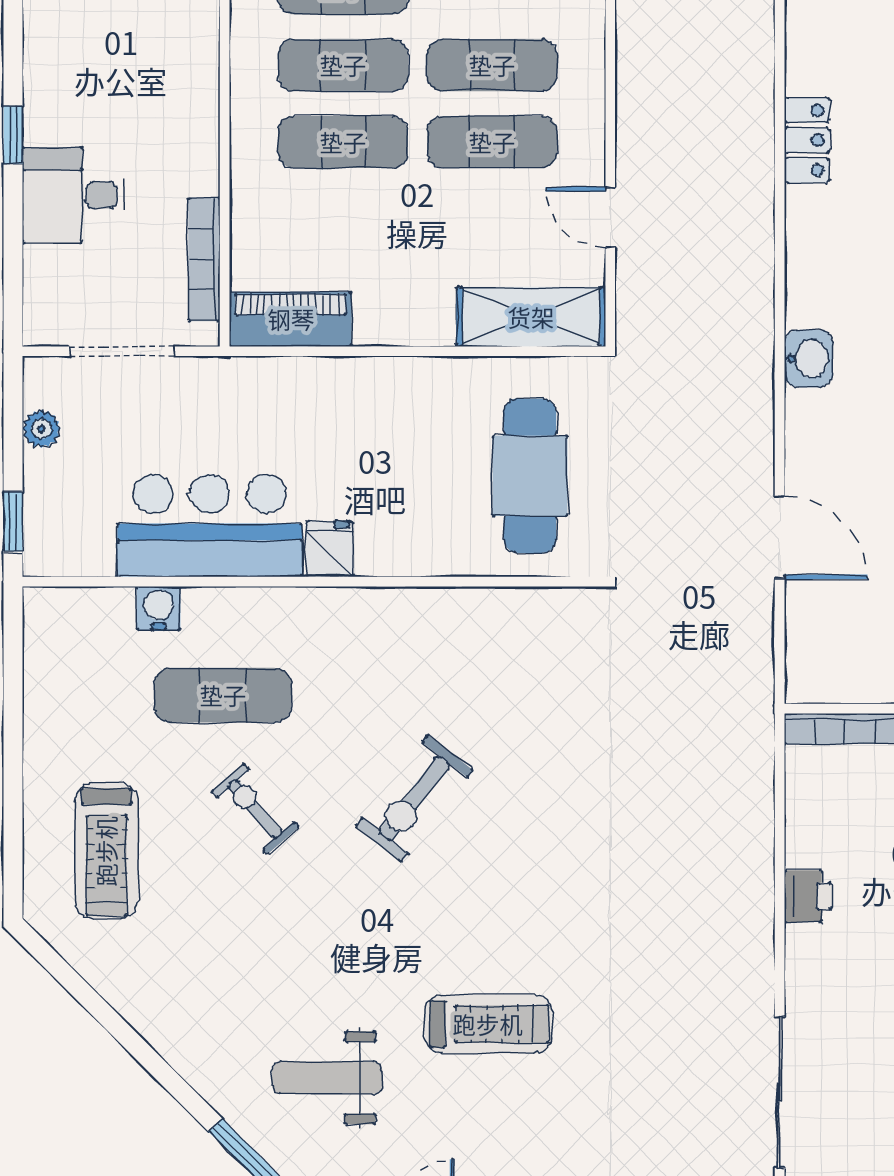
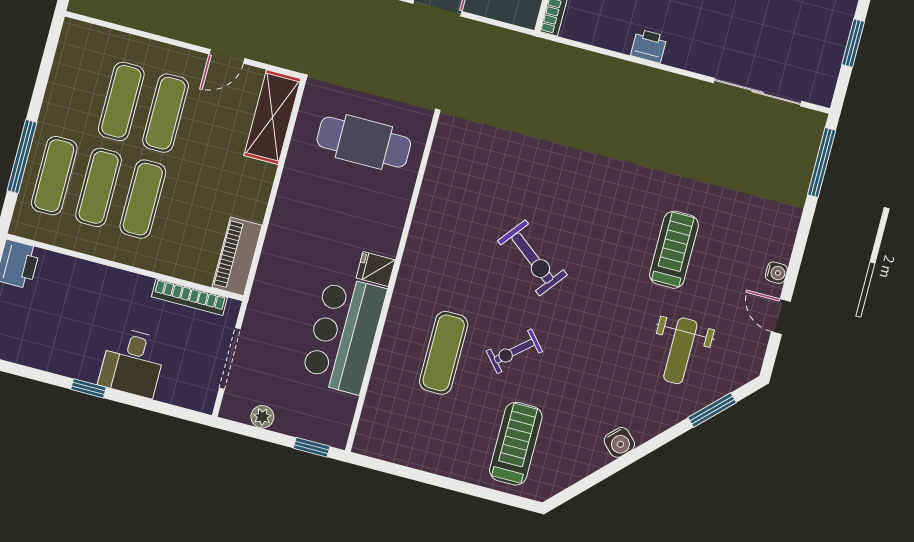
water cooler: (158, 608) -> (619, 442), moved, turned -135
treadmill: (106, 851) -> (516, 444), turned -90

